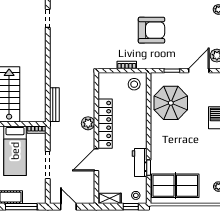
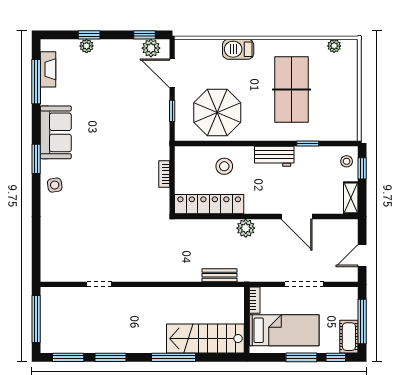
armchair: (151, 30) -> (115, 139), removed
stool: (134, 84) -> (224, 166), moved
bench: (54, 105) -> (219, 275), width x0.73
locker: (105, 124) -> (209, 204), moved
workbench: (140, 163) -> (274, 156), moved
table tennis table: (175, 186) -> (291, 89), moved

